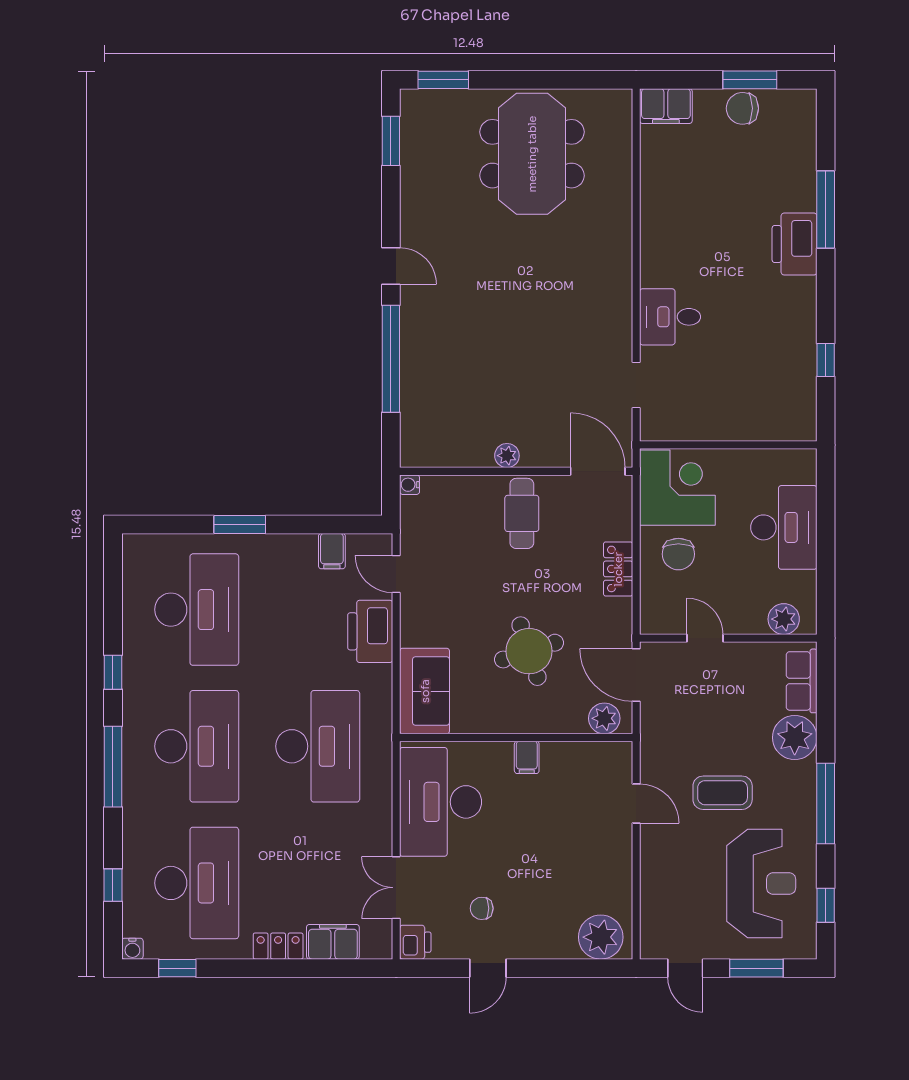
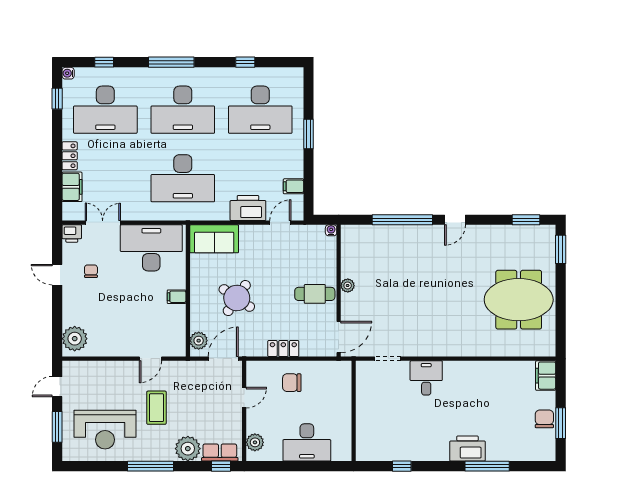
corner desk: (677, 488) -> (329, 382), removed
round table: (529, 651) -> (237, 298), turned -38
window: (113, 672) -> (245, 62), moved
window: (826, 905) -> (221, 466), moved

